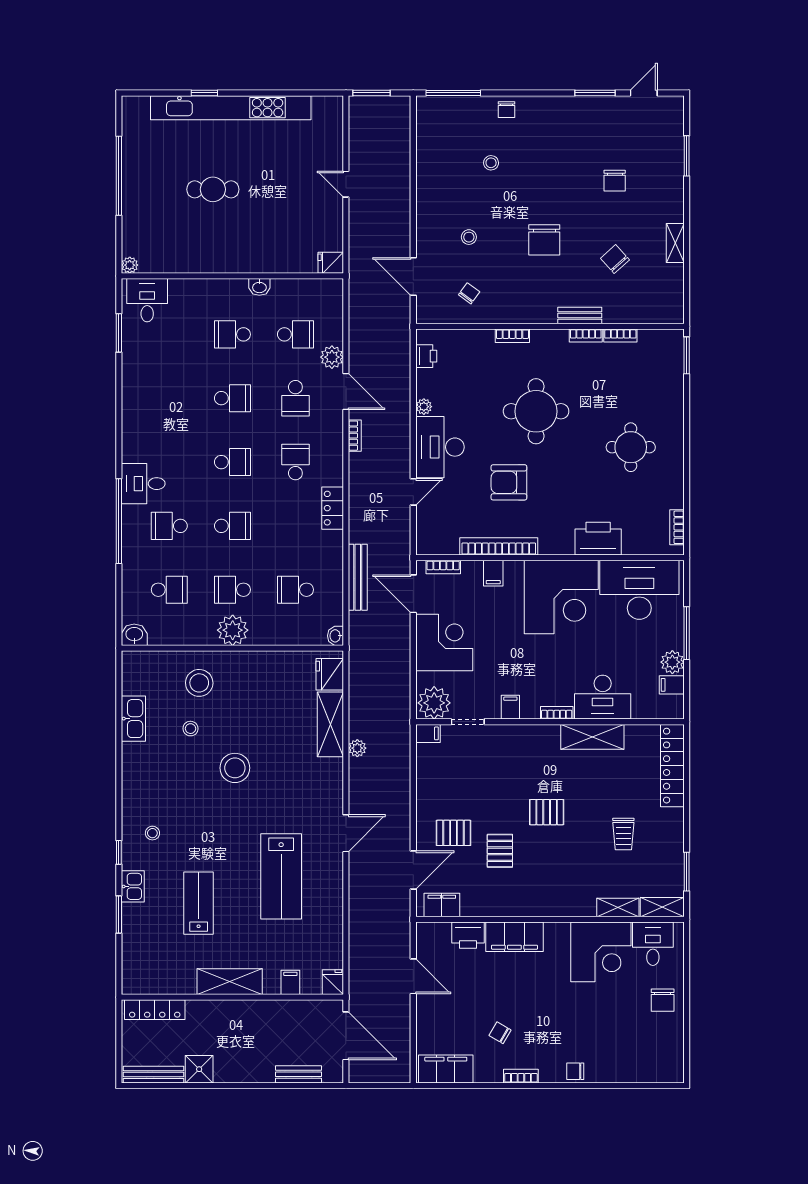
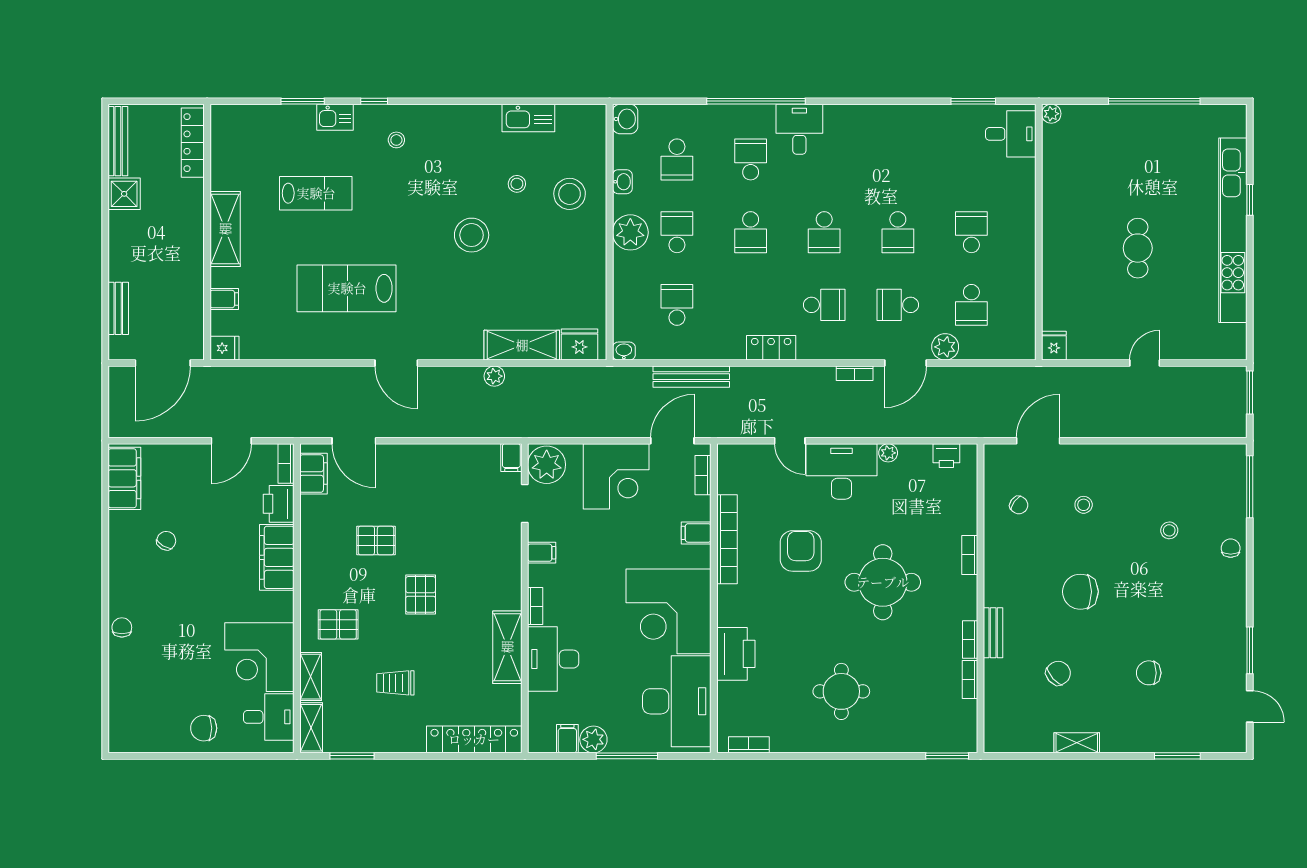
chair: (506, 110) -> (1231, 548), turned 90
cafe table: (213, 189) -> (1138, 248), moved
washbasin: (259, 287) -> (622, 182), moved, turned 180
pallet: (453, 833) -> (338, 624), moved, turned 90
bookcase: (521, 1076) -> (286, 463), moved, turned 180

